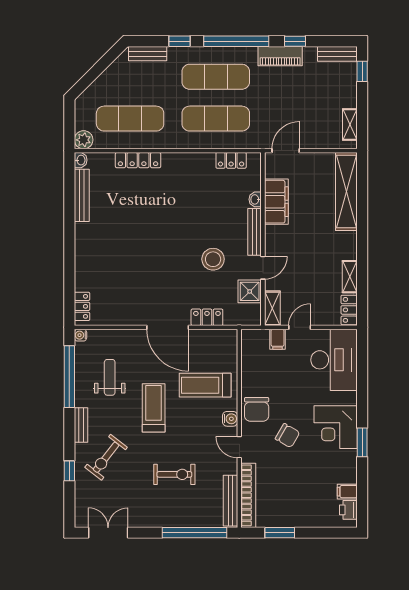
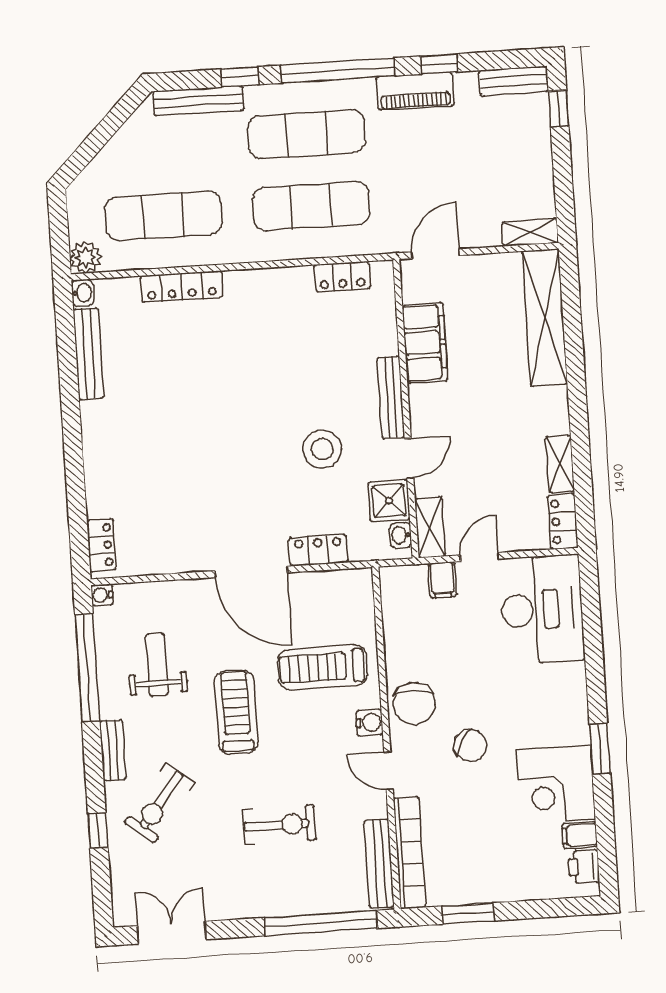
bench: (148, 54) -> (198, 101), width x1.36
shelving: (350, 125) -> (530, 232), moved, turned 90
washbasin: (255, 199) -> (401, 535), moved
corner desk: (336, 427) -> (556, 784), moved

